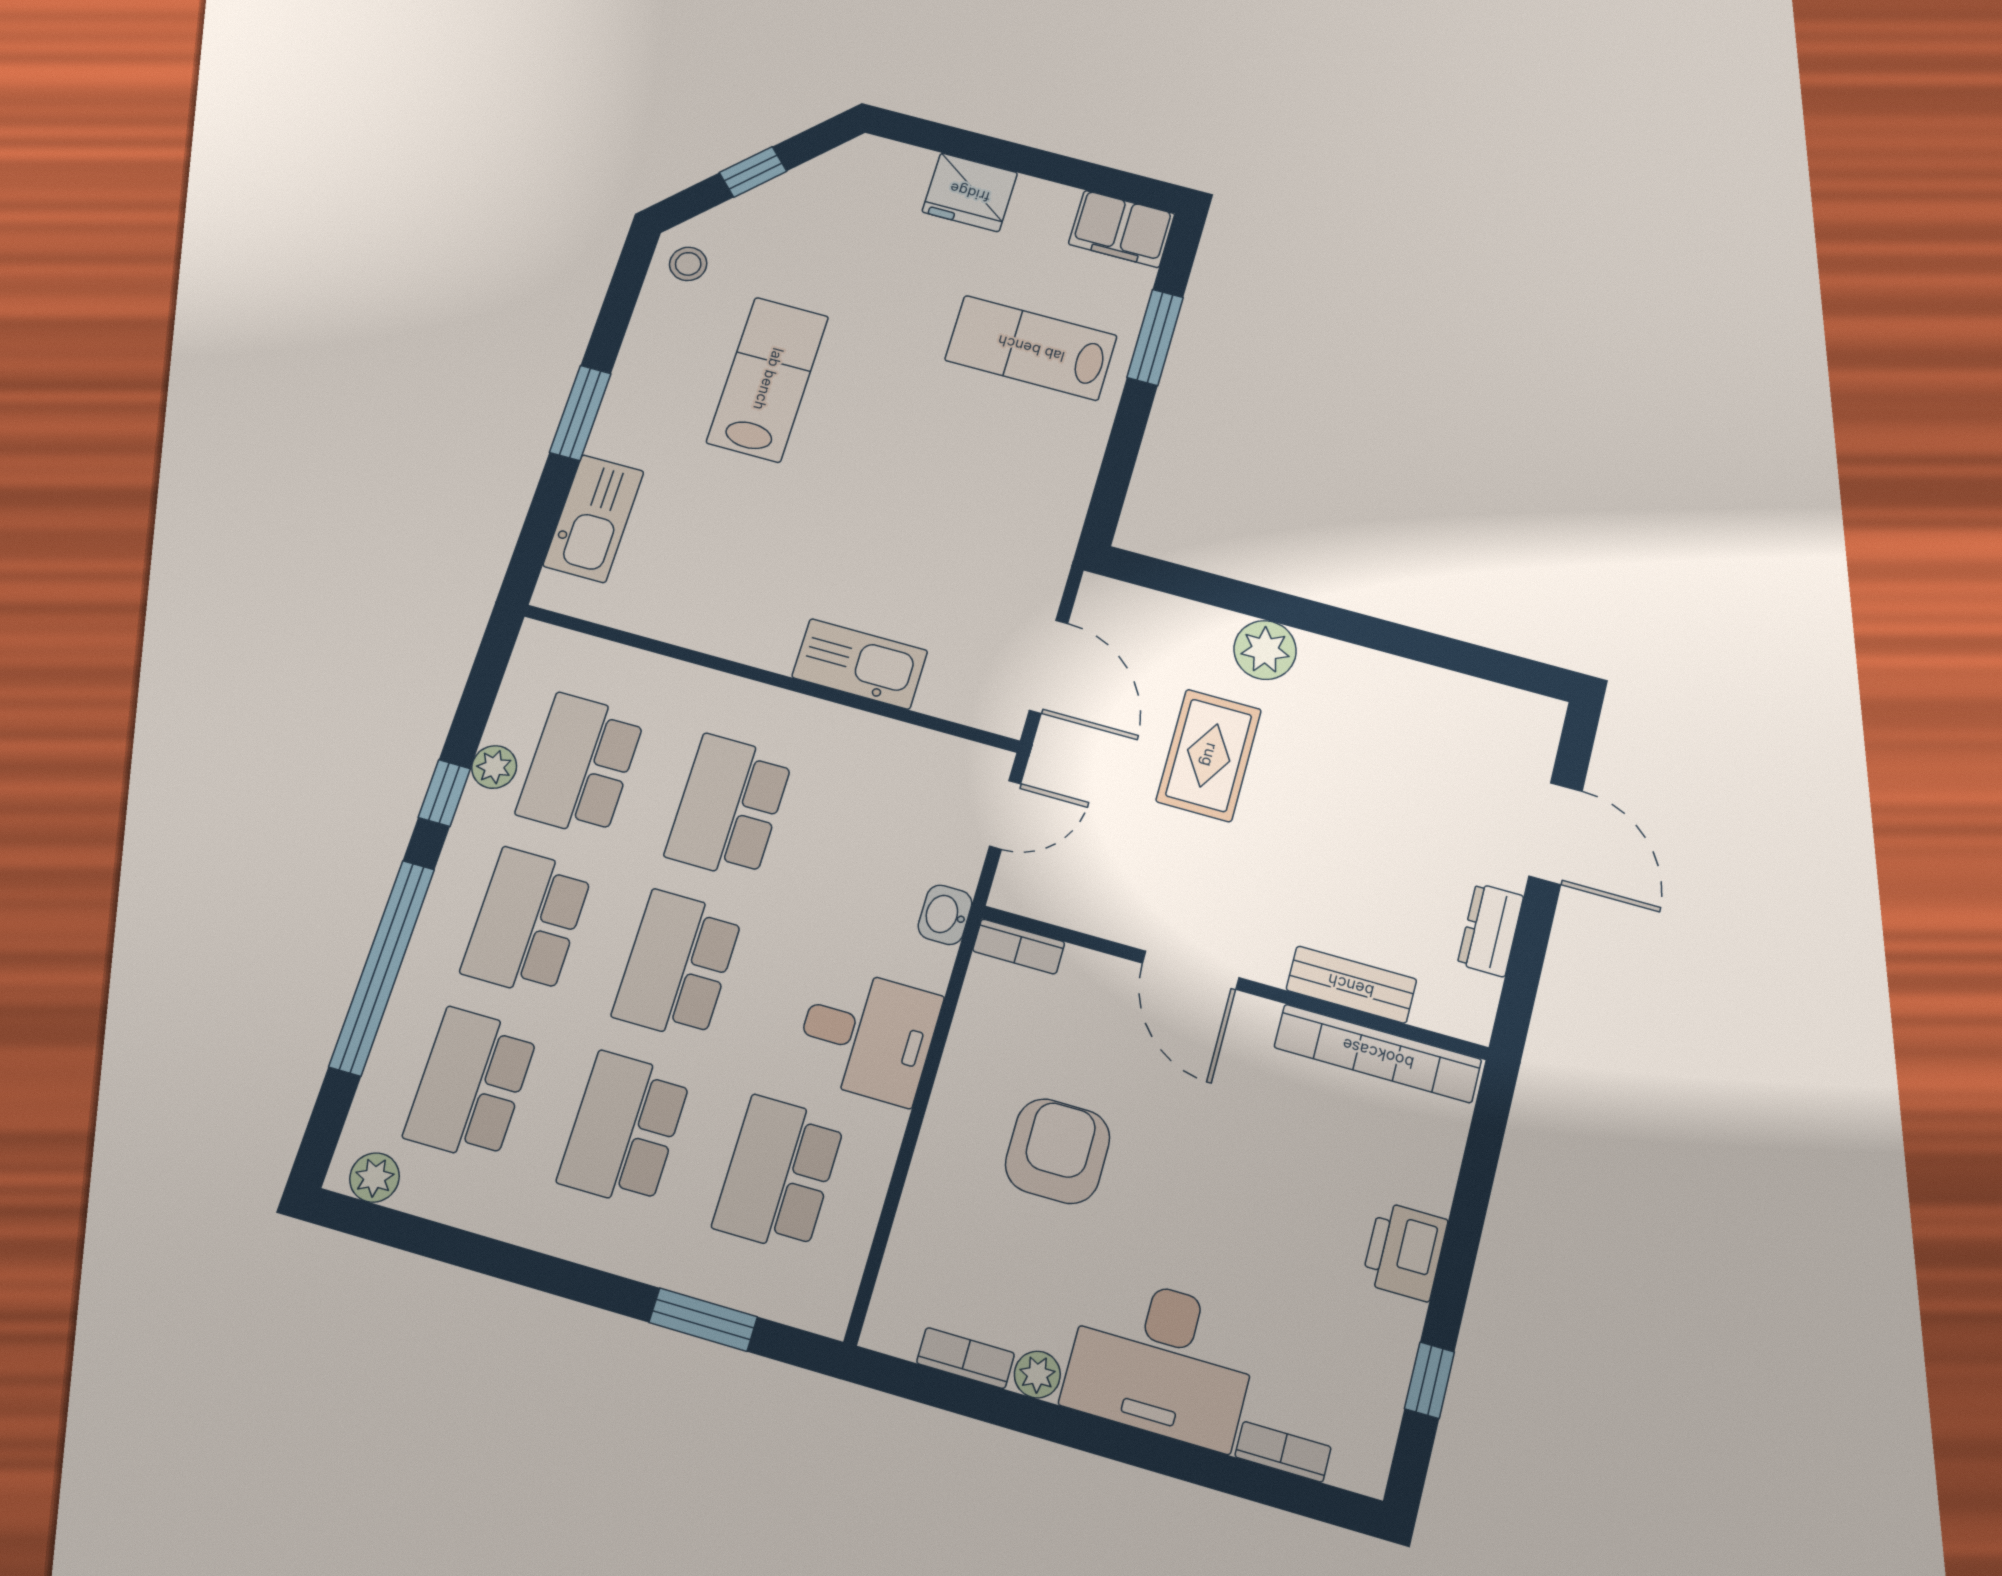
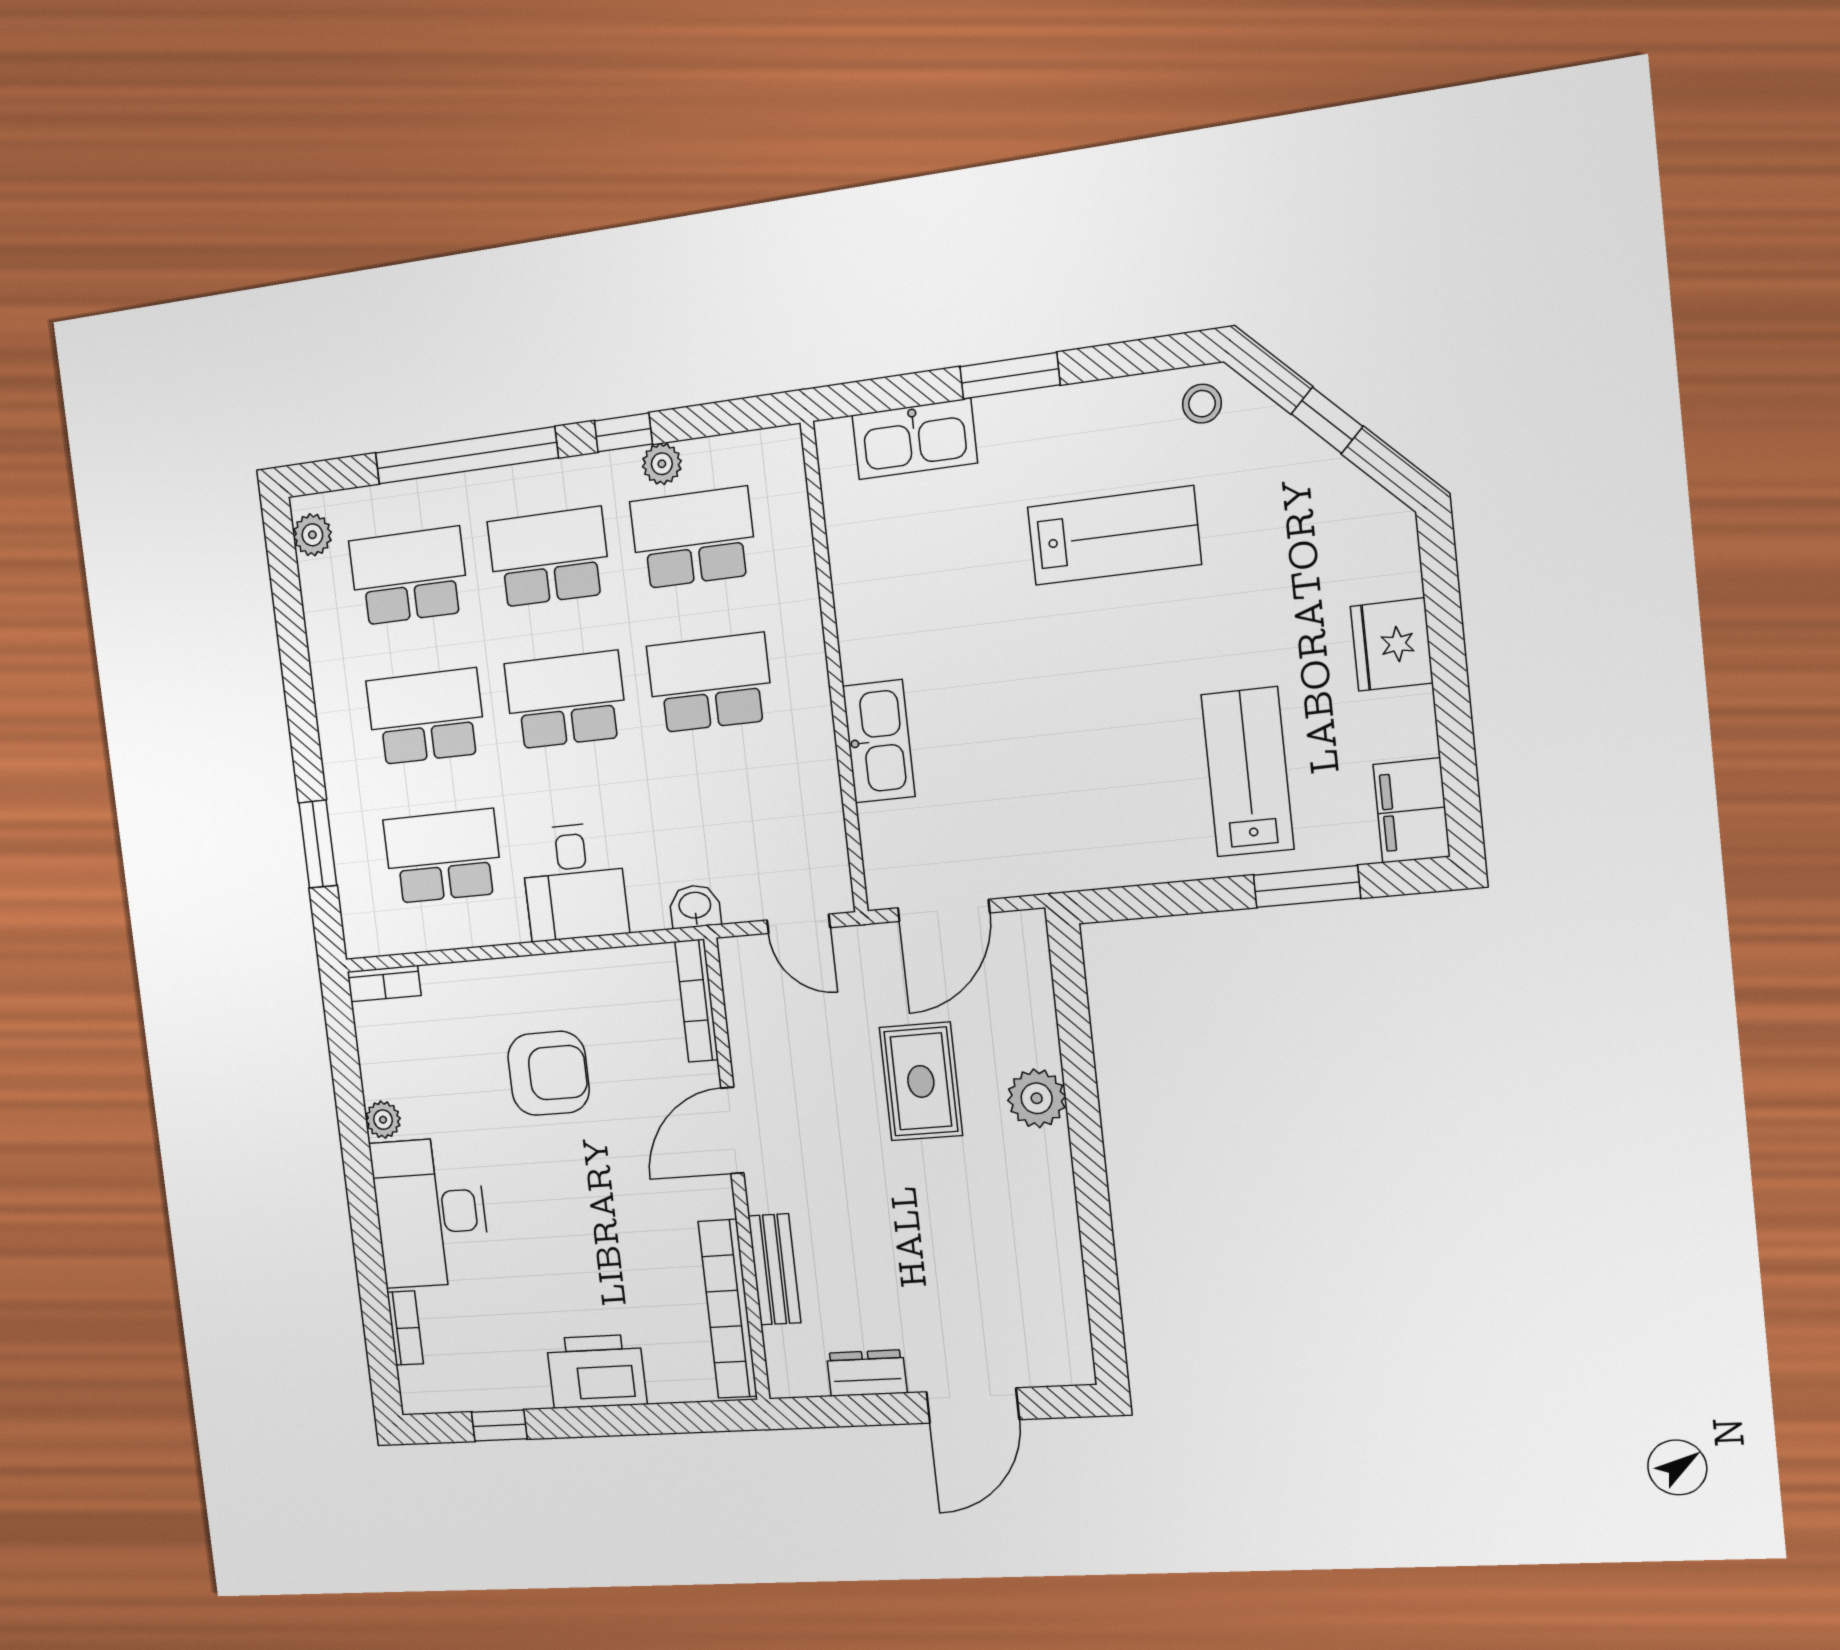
rug: (1209, 755) -> (921, 1081), turned 90
bookcase: (1019, 947) -> (697, 1001), width x1.56
printer: (1405, 1251) -> (596, 1371), width x1.37, depth x1.19
bookcase: (965, 1358) -> (384, 984), moved, turned 90

